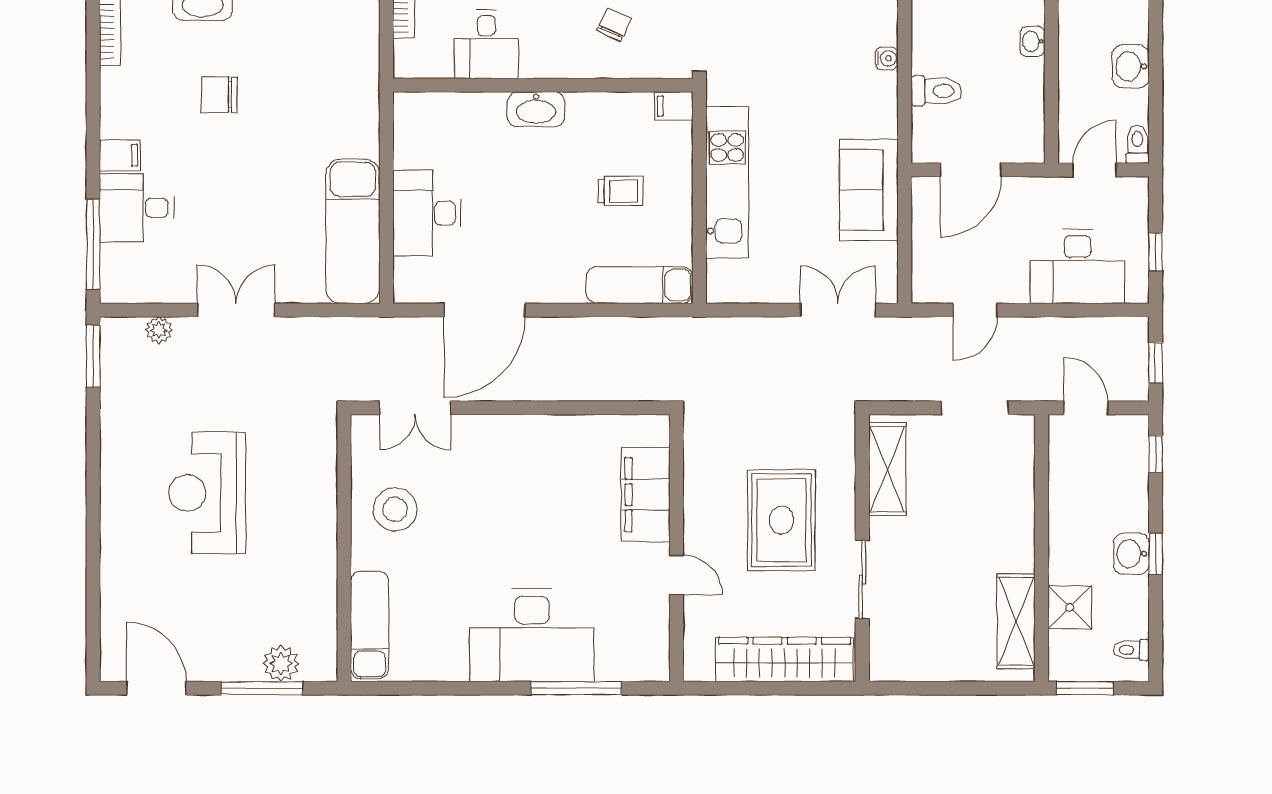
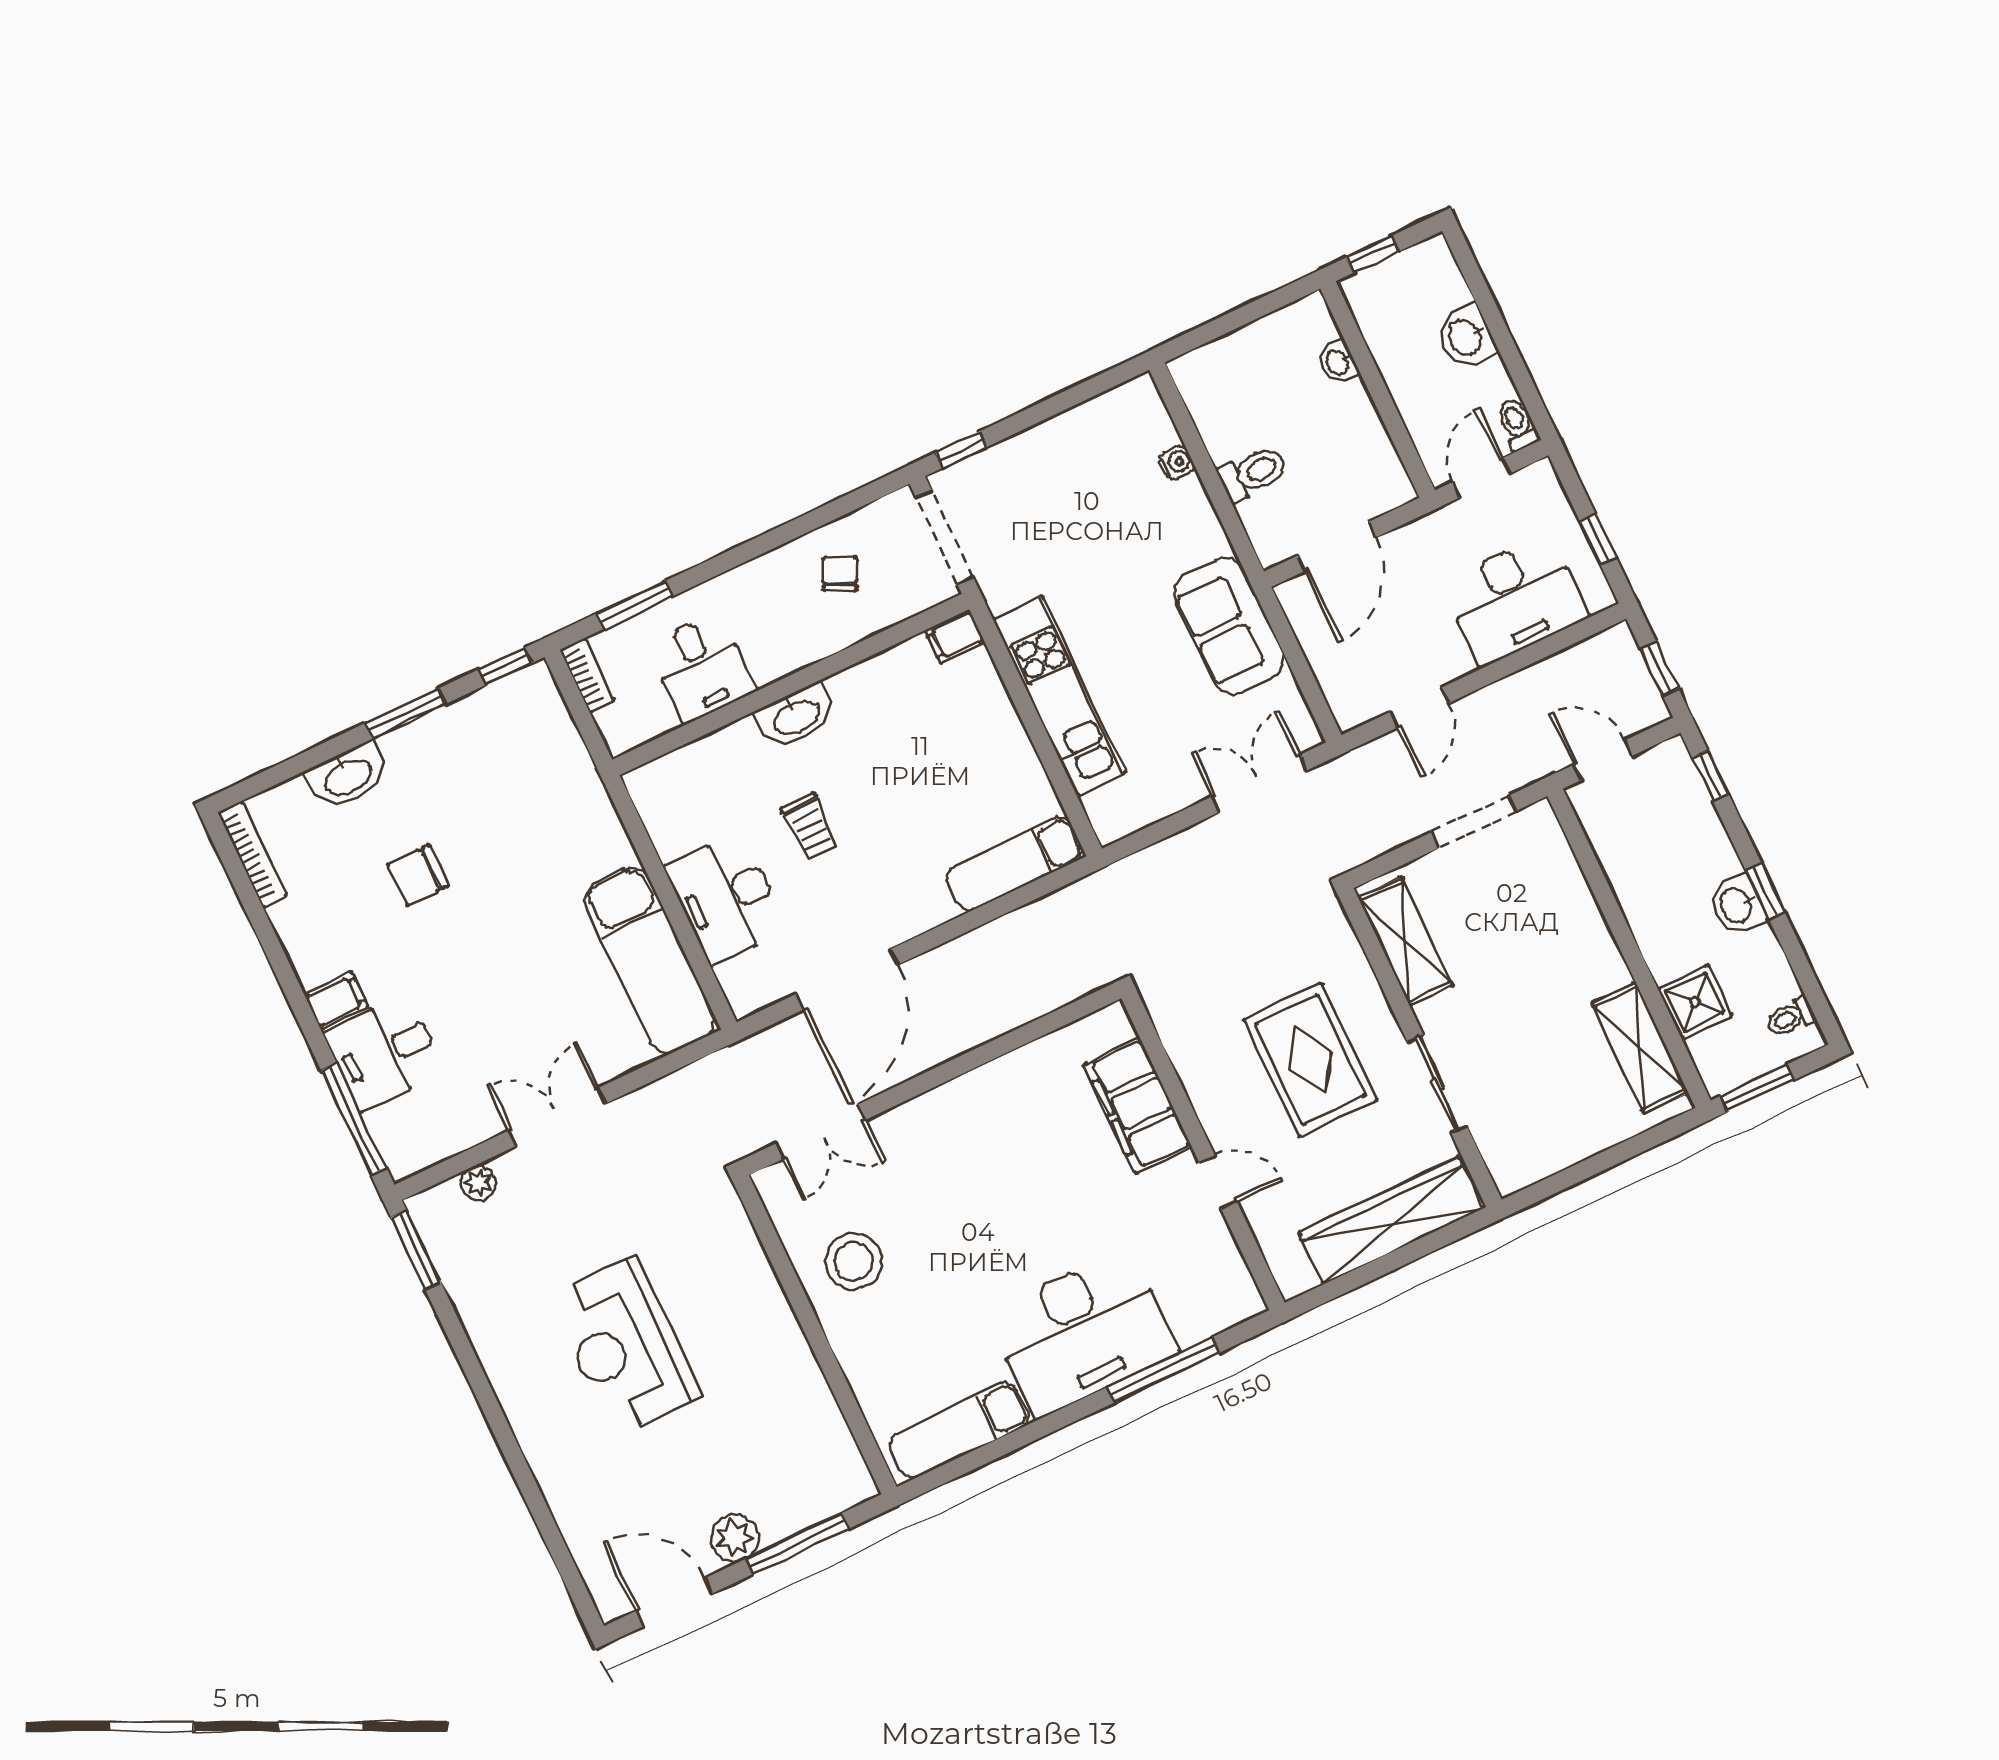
trolley: (620, 191) -> (810, 827), moved, turned 90
exam couch: (370, 625) -> (959, 1430), moved, turned -90
plant: (281, 664) -> (735, 1538), moved

